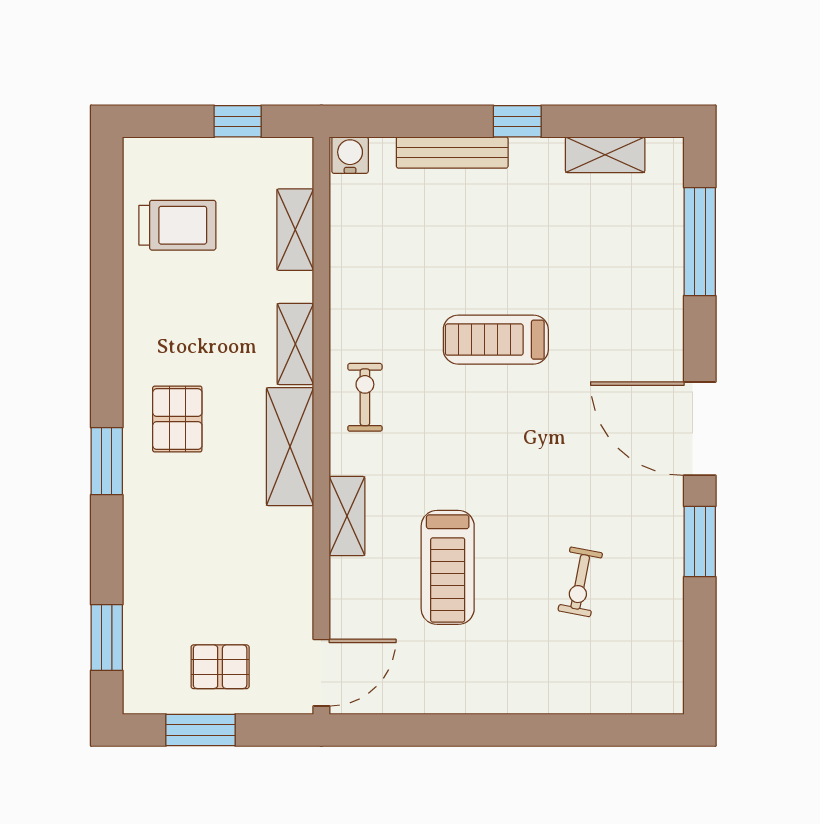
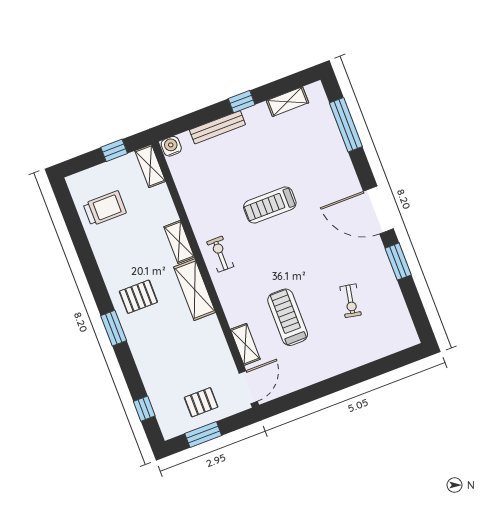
shelving: (295, 230) -> (150, 166), moved
pallet: (177, 419) -> (138, 297), turned 90
shelving: (347, 516) -> (245, 344), moved
treadmill: (448, 567) -> (288, 317), turned 180
window: (107, 637) -> (144, 409), width x0.67

